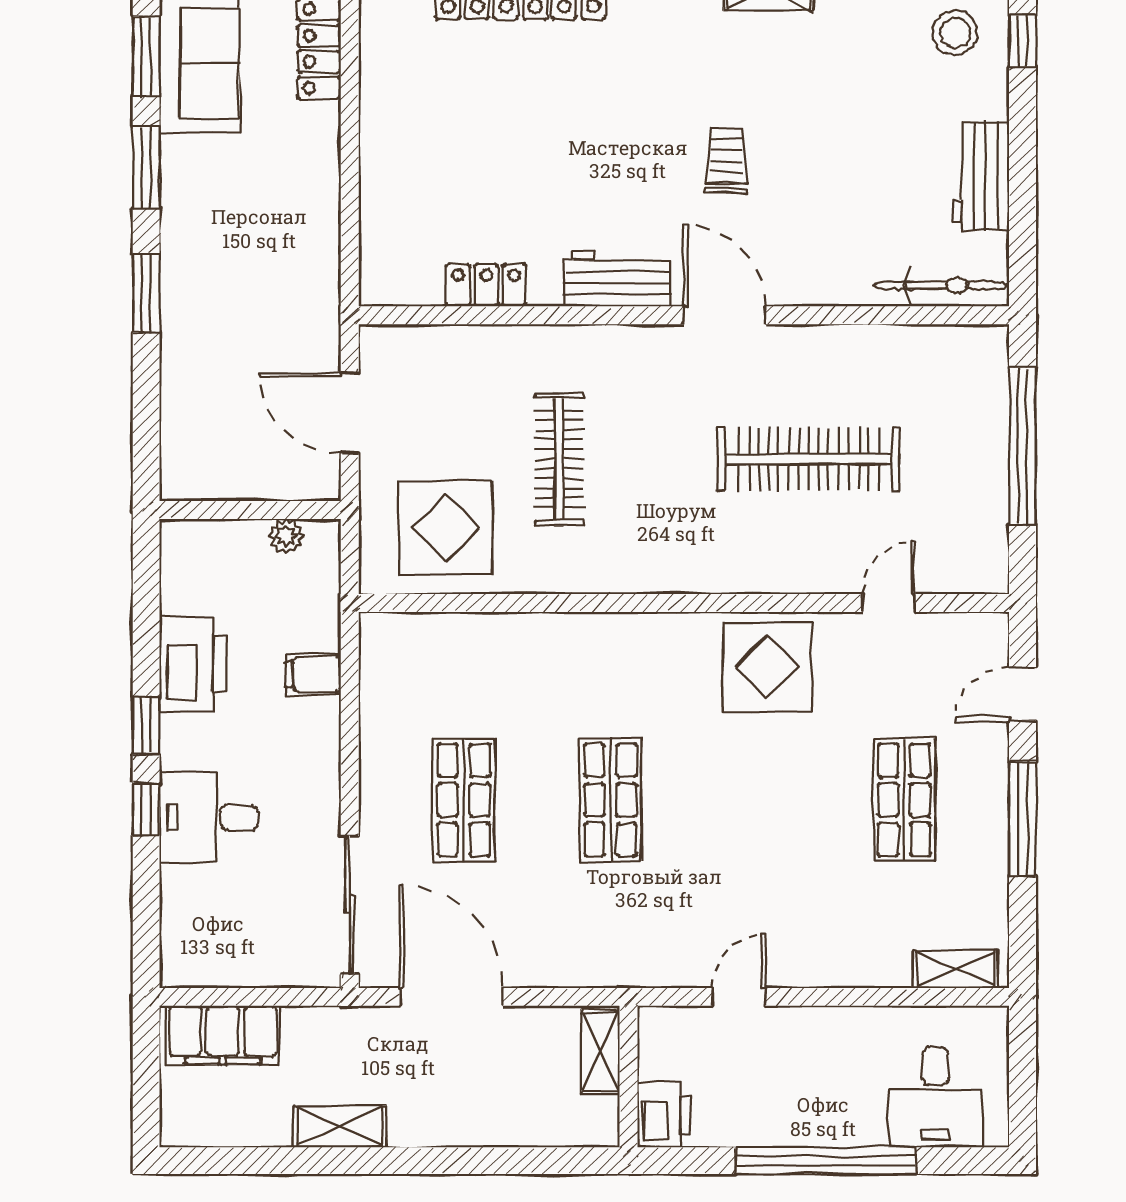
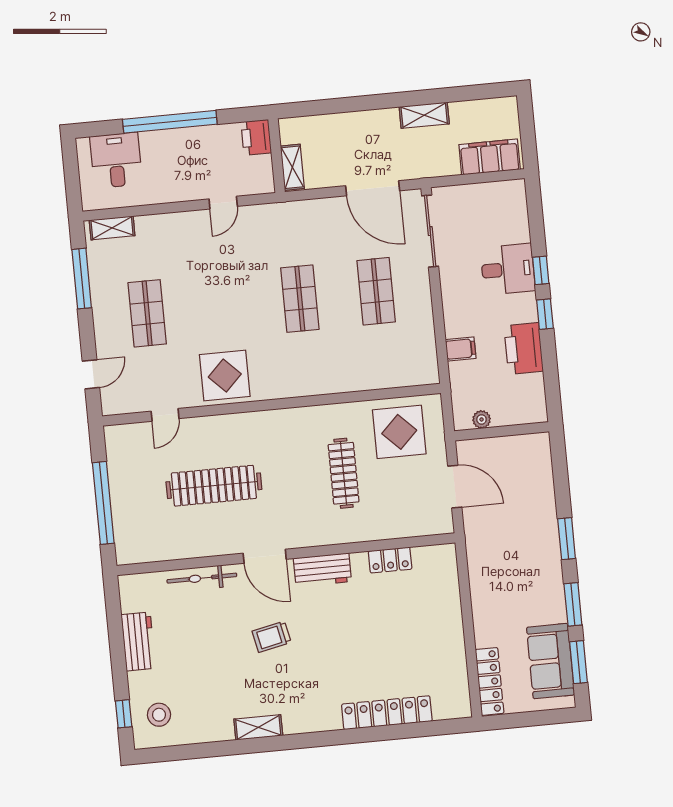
trolley: (726, 161) -> (272, 637), turned 78
bicycle: (941, 285) -> (202, 578), moved
window: (1022, 819) -> (82, 279), moved

